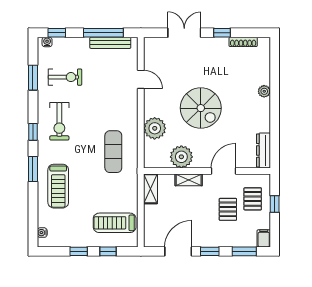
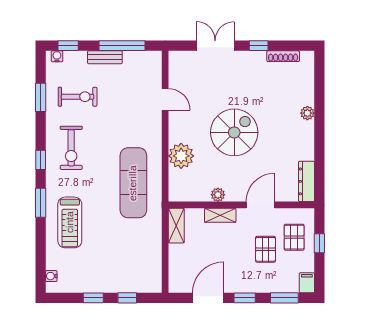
bench: (110, 43) -> (105, 57), moved, width x0.73
spiral stairs: (201, 108) -> (234, 132), turned -90
exercise mat: (113, 152) -> (133, 183), width x1.36, depth x1.45
plant: (181, 157) -> (218, 195), width x0.53, depth x0.53
treadmill: (115, 223) -> (135, 265), removed

